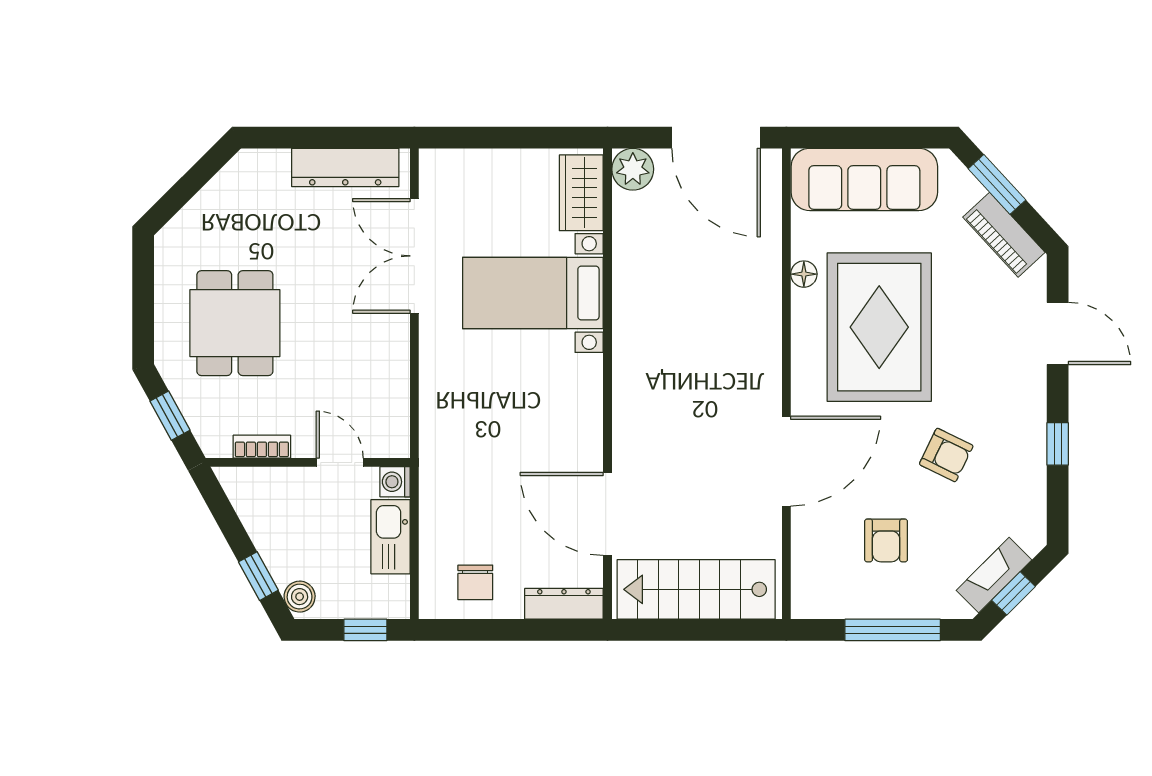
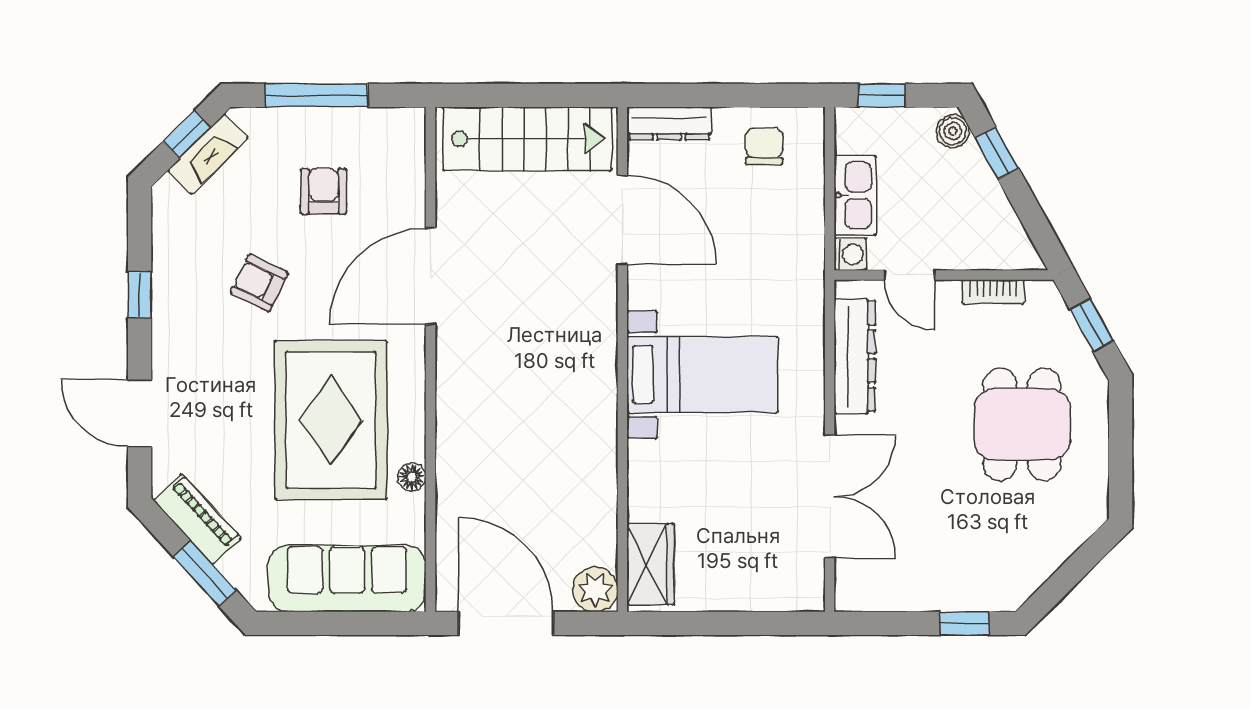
window: (289, 138) -> (964, 623), added
dresser: (345, 167) -> (855, 356), moved, turned 90
bed with nightstands: (533, 293) -> (702, 375), moved

